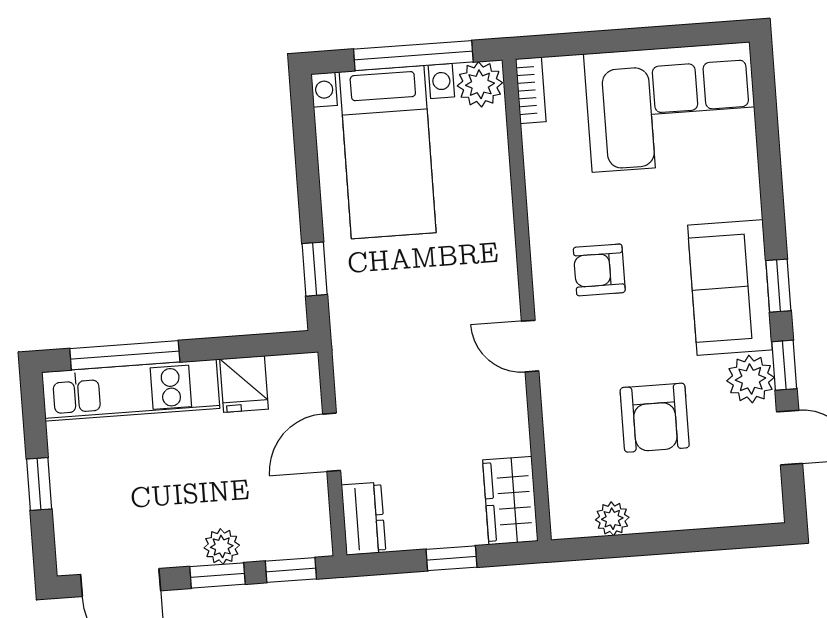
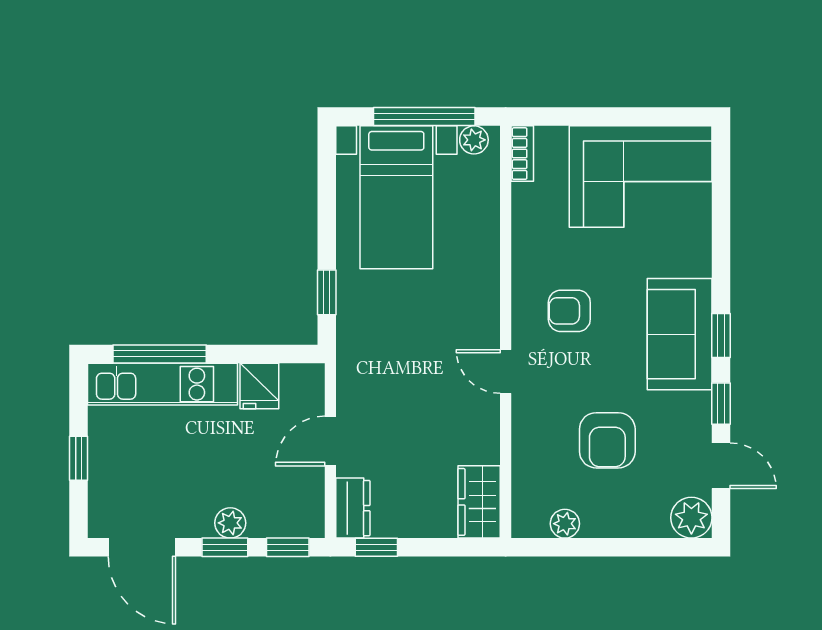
plant: (480, 84) -> (474, 140), width x0.73, depth x0.73
plant: (751, 379) -> (691, 518), moved
window: (452, 558) -> (376, 547), moved

